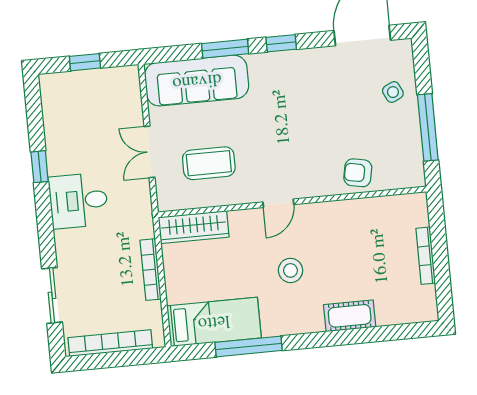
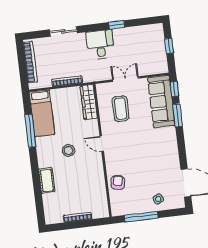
window: (281, 43) -> (174, 89), moved
sliding door: (52, 295) -> (63, 31), moved

